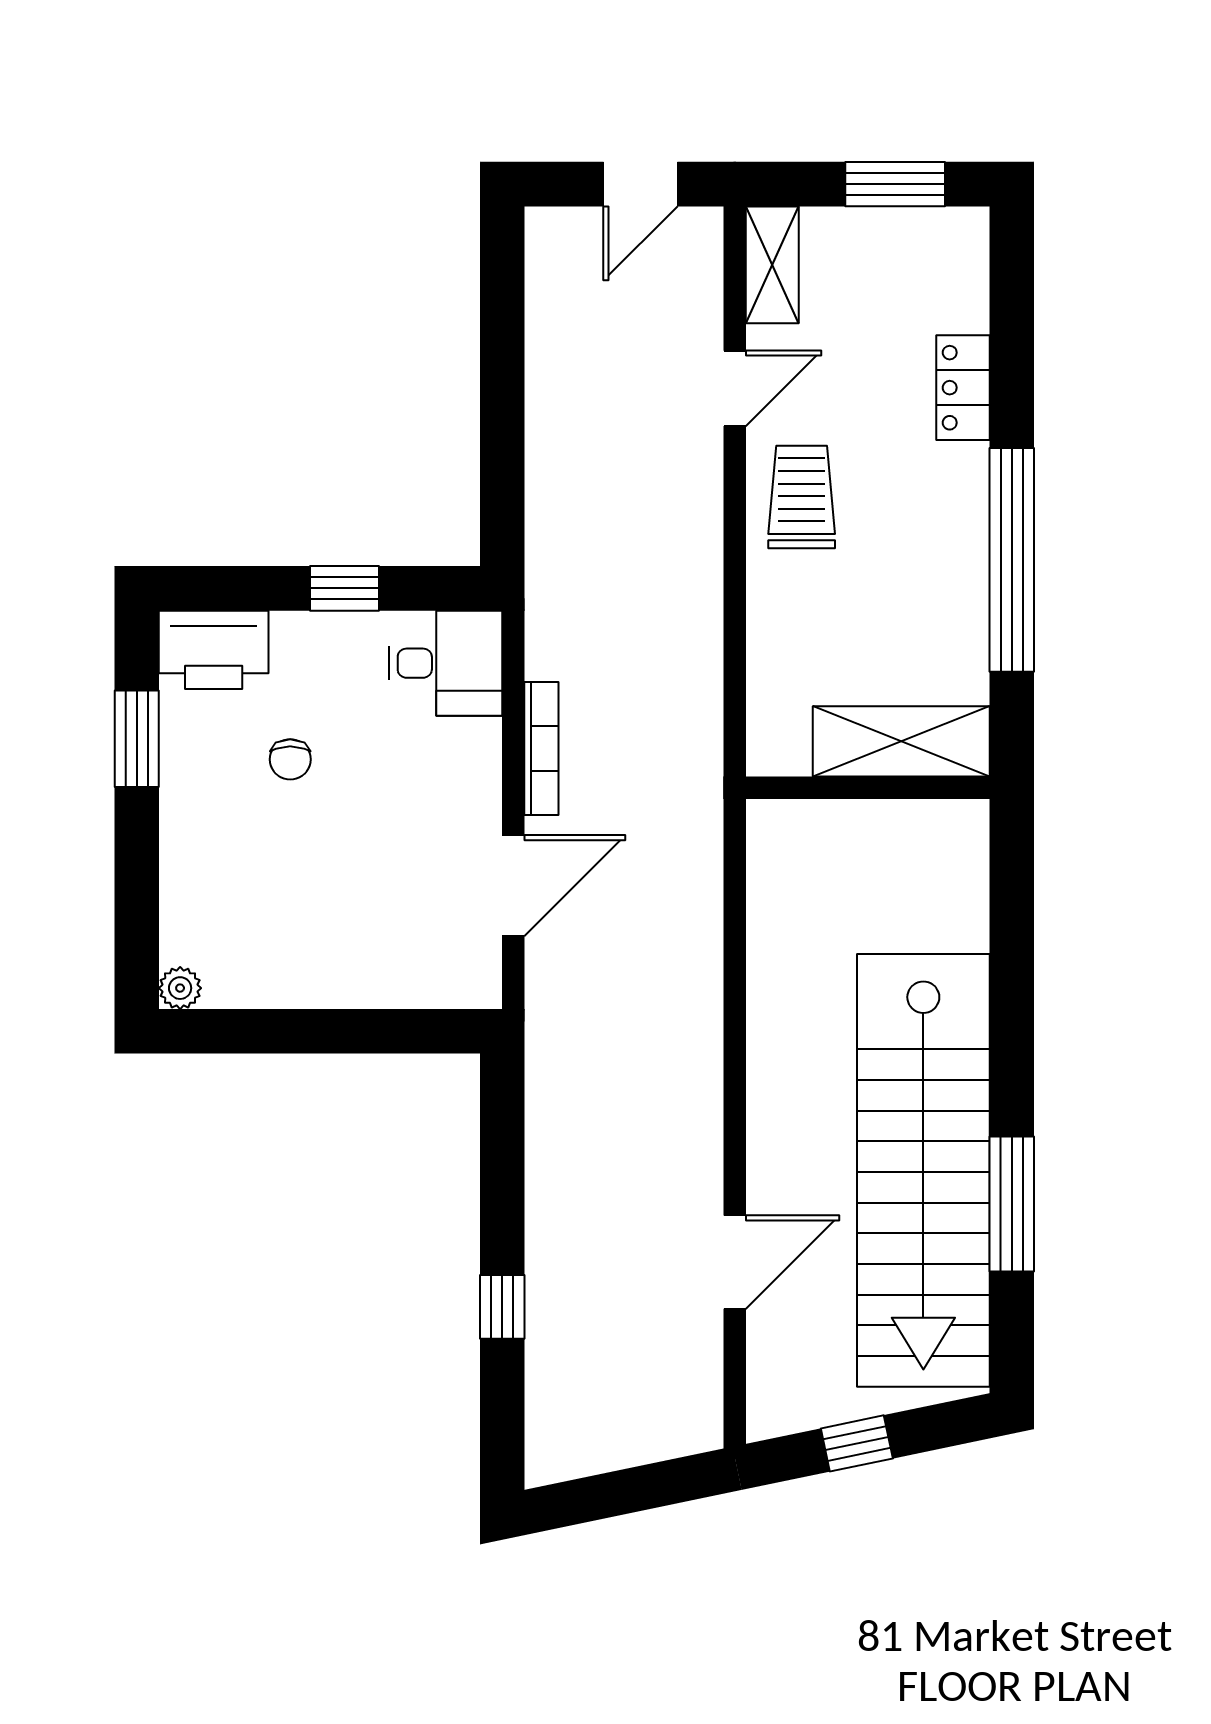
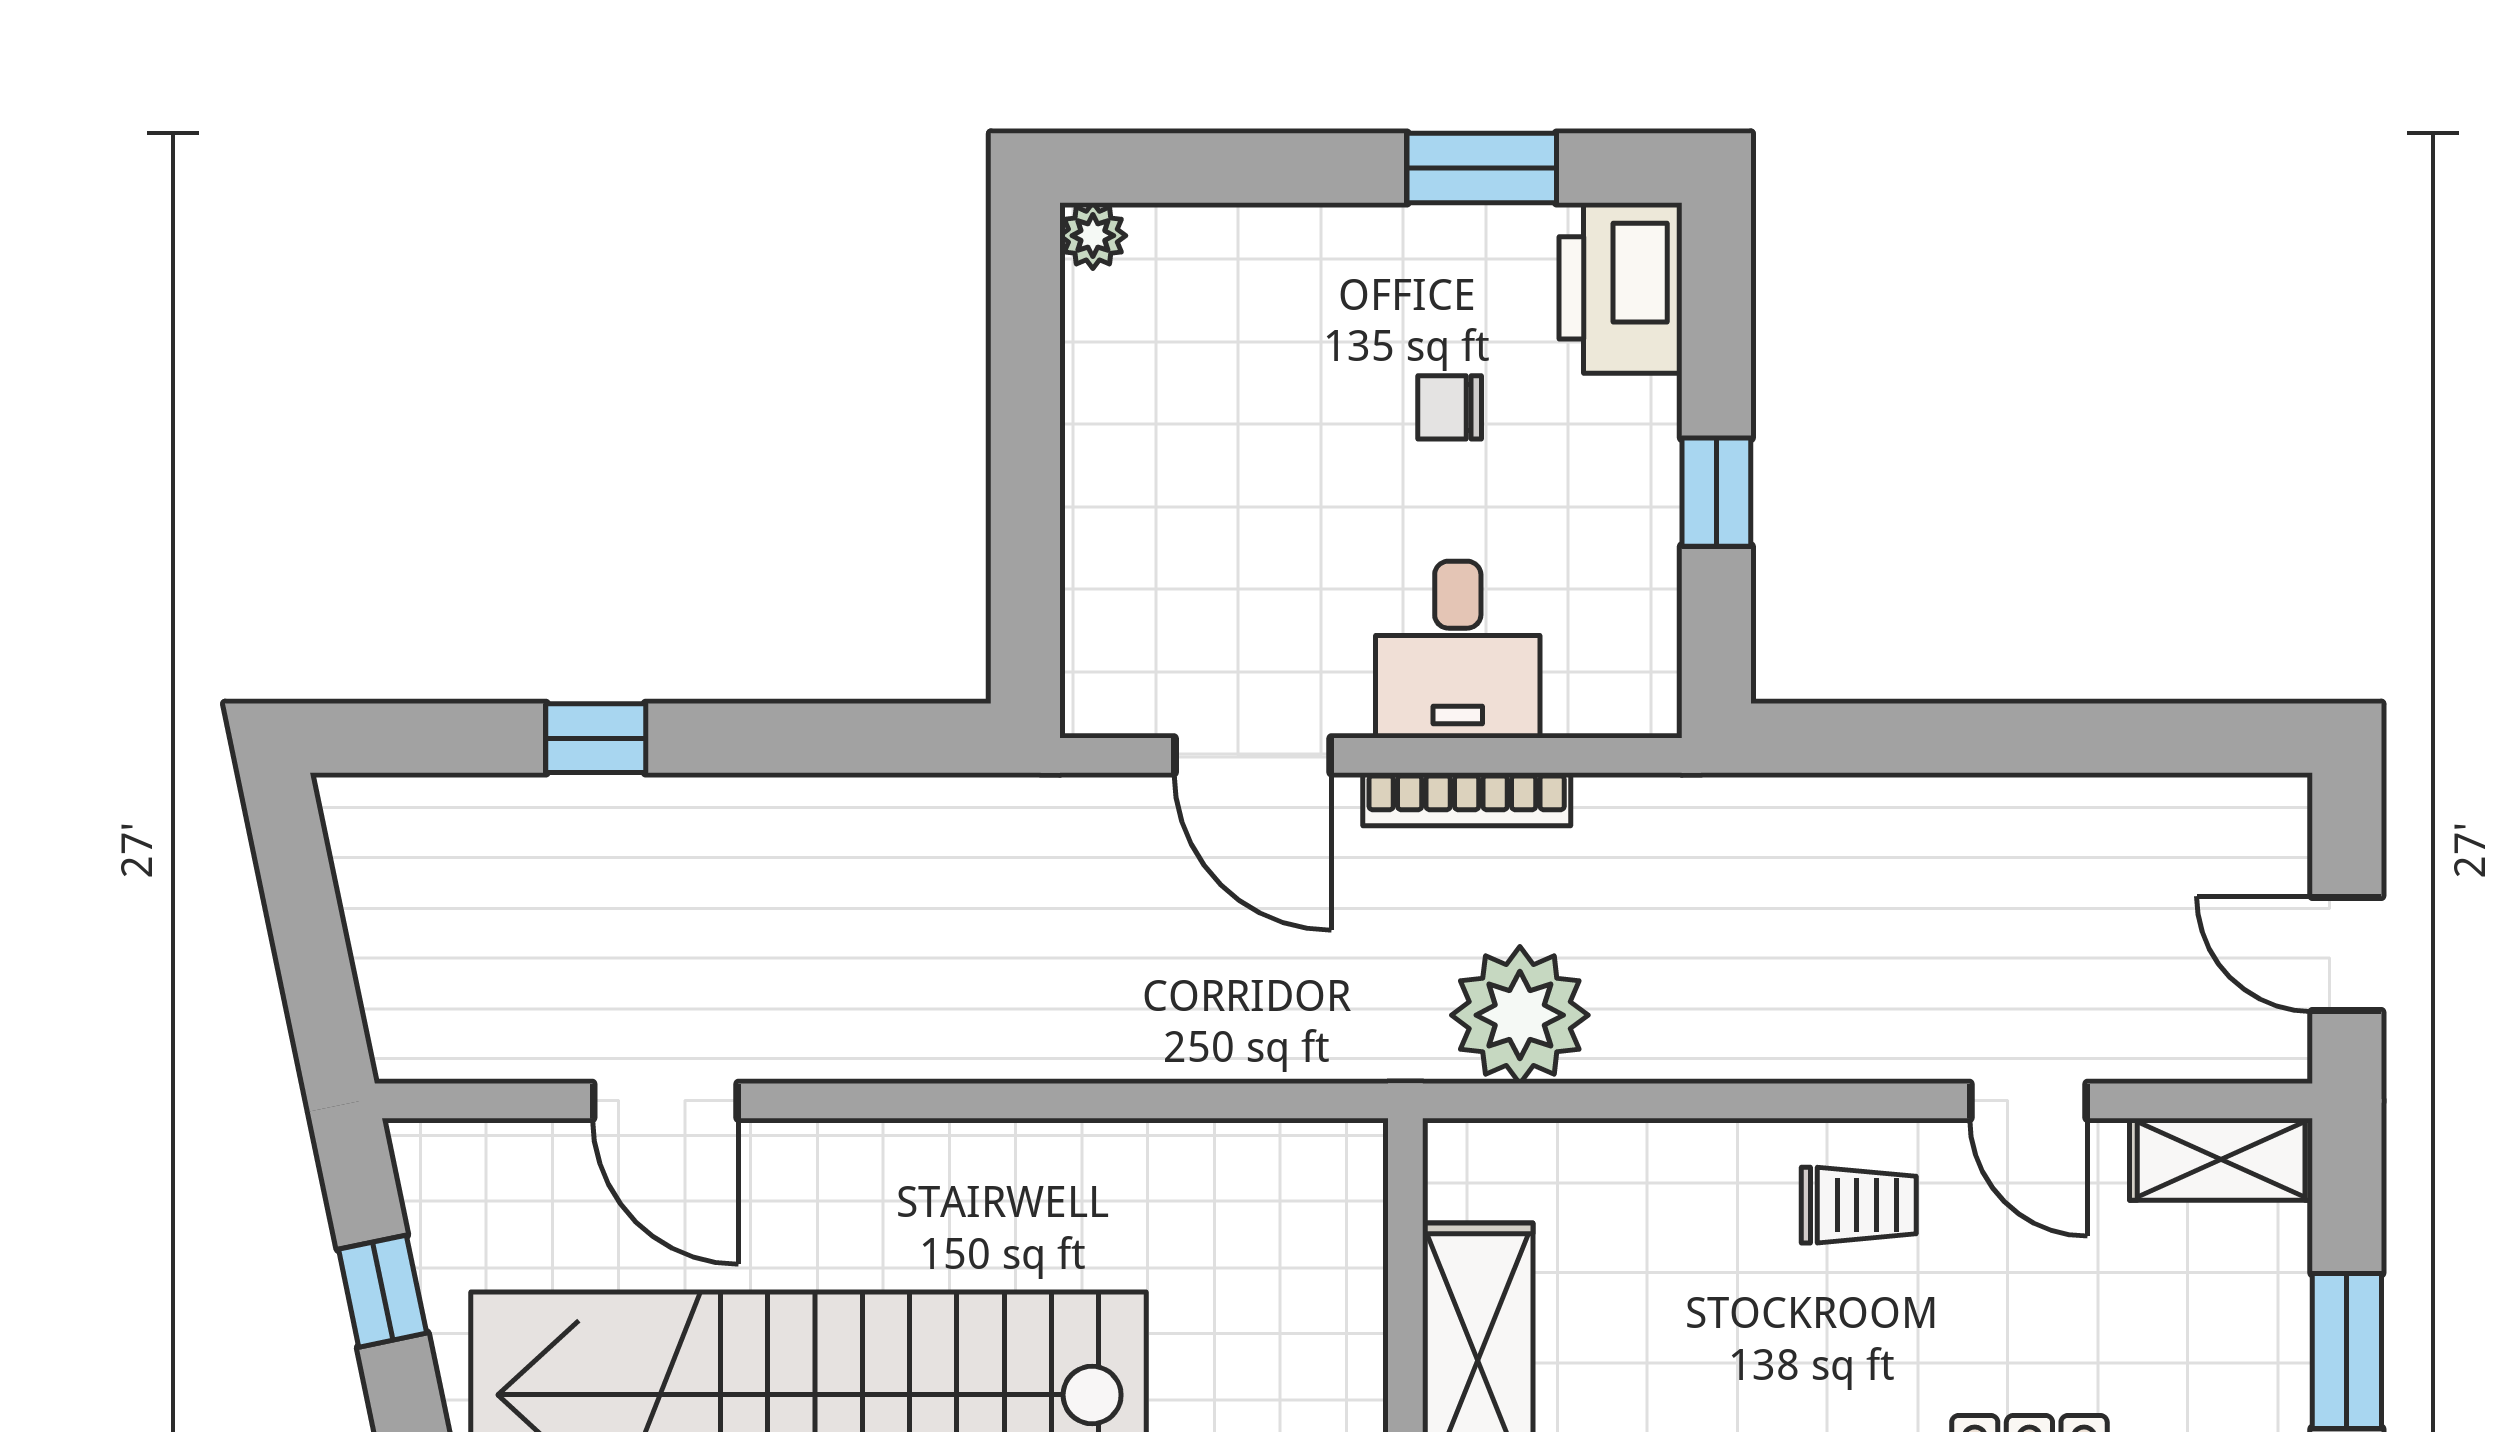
trolley: (802, 497) -> (1859, 1205), width x0.73, depth x0.72
desk: (445, 663) -> (1458, 650), moved
plant: (680, 714) -> (1520, 1015), added

